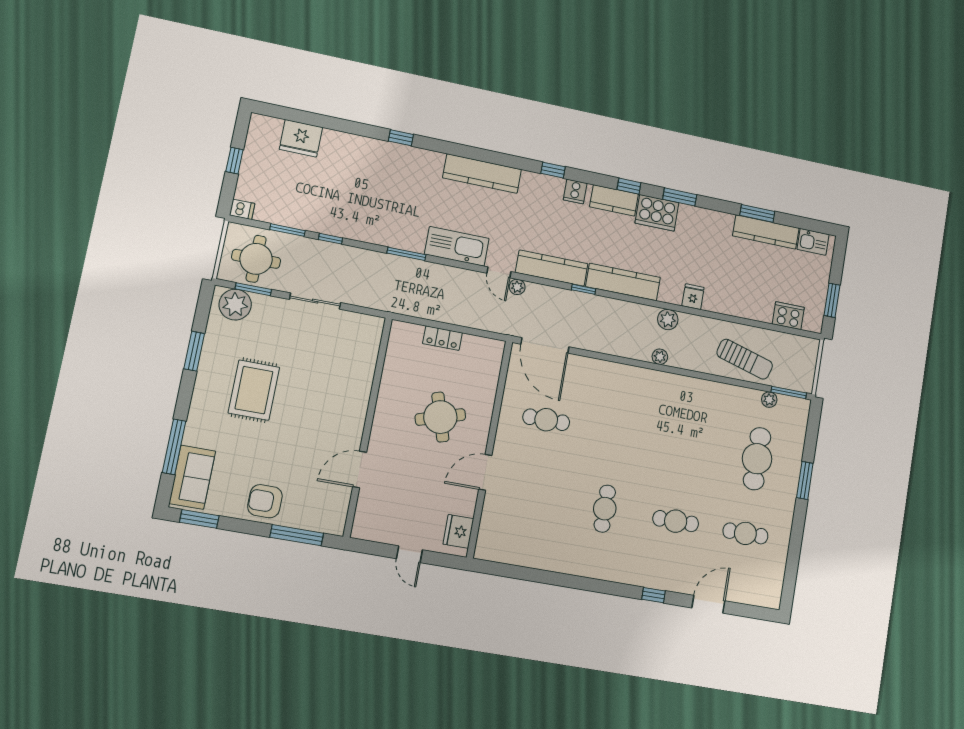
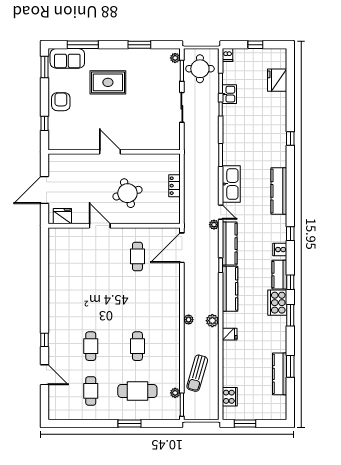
kitchen sink: (813, 242) -> (229, 94), moved, turned 180
door: (499, 272) -> (221, 212), swing flipped
plant: (235, 305) -> (175, 58), width x0.53, depth x0.53
rug: (254, 390) -> (108, 82), moved
door: (360, 469) -> (110, 152), moved
cafe table: (605, 509) -> (137, 346), moved, turned 90
window: (297, 535) -> (45, 123), width x0.46
door: (409, 554) -> (45, 190), width x1.87

